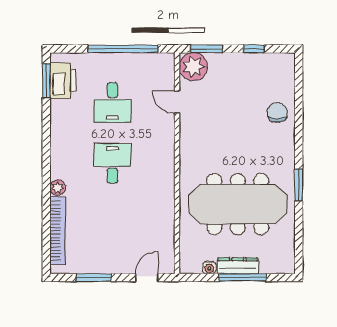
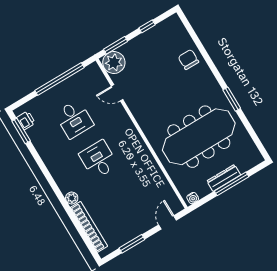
printer: (63, 81) -> (26, 120), width x0.53, depth x0.68
water cooler: (209, 268) -> (193, 198), moved

